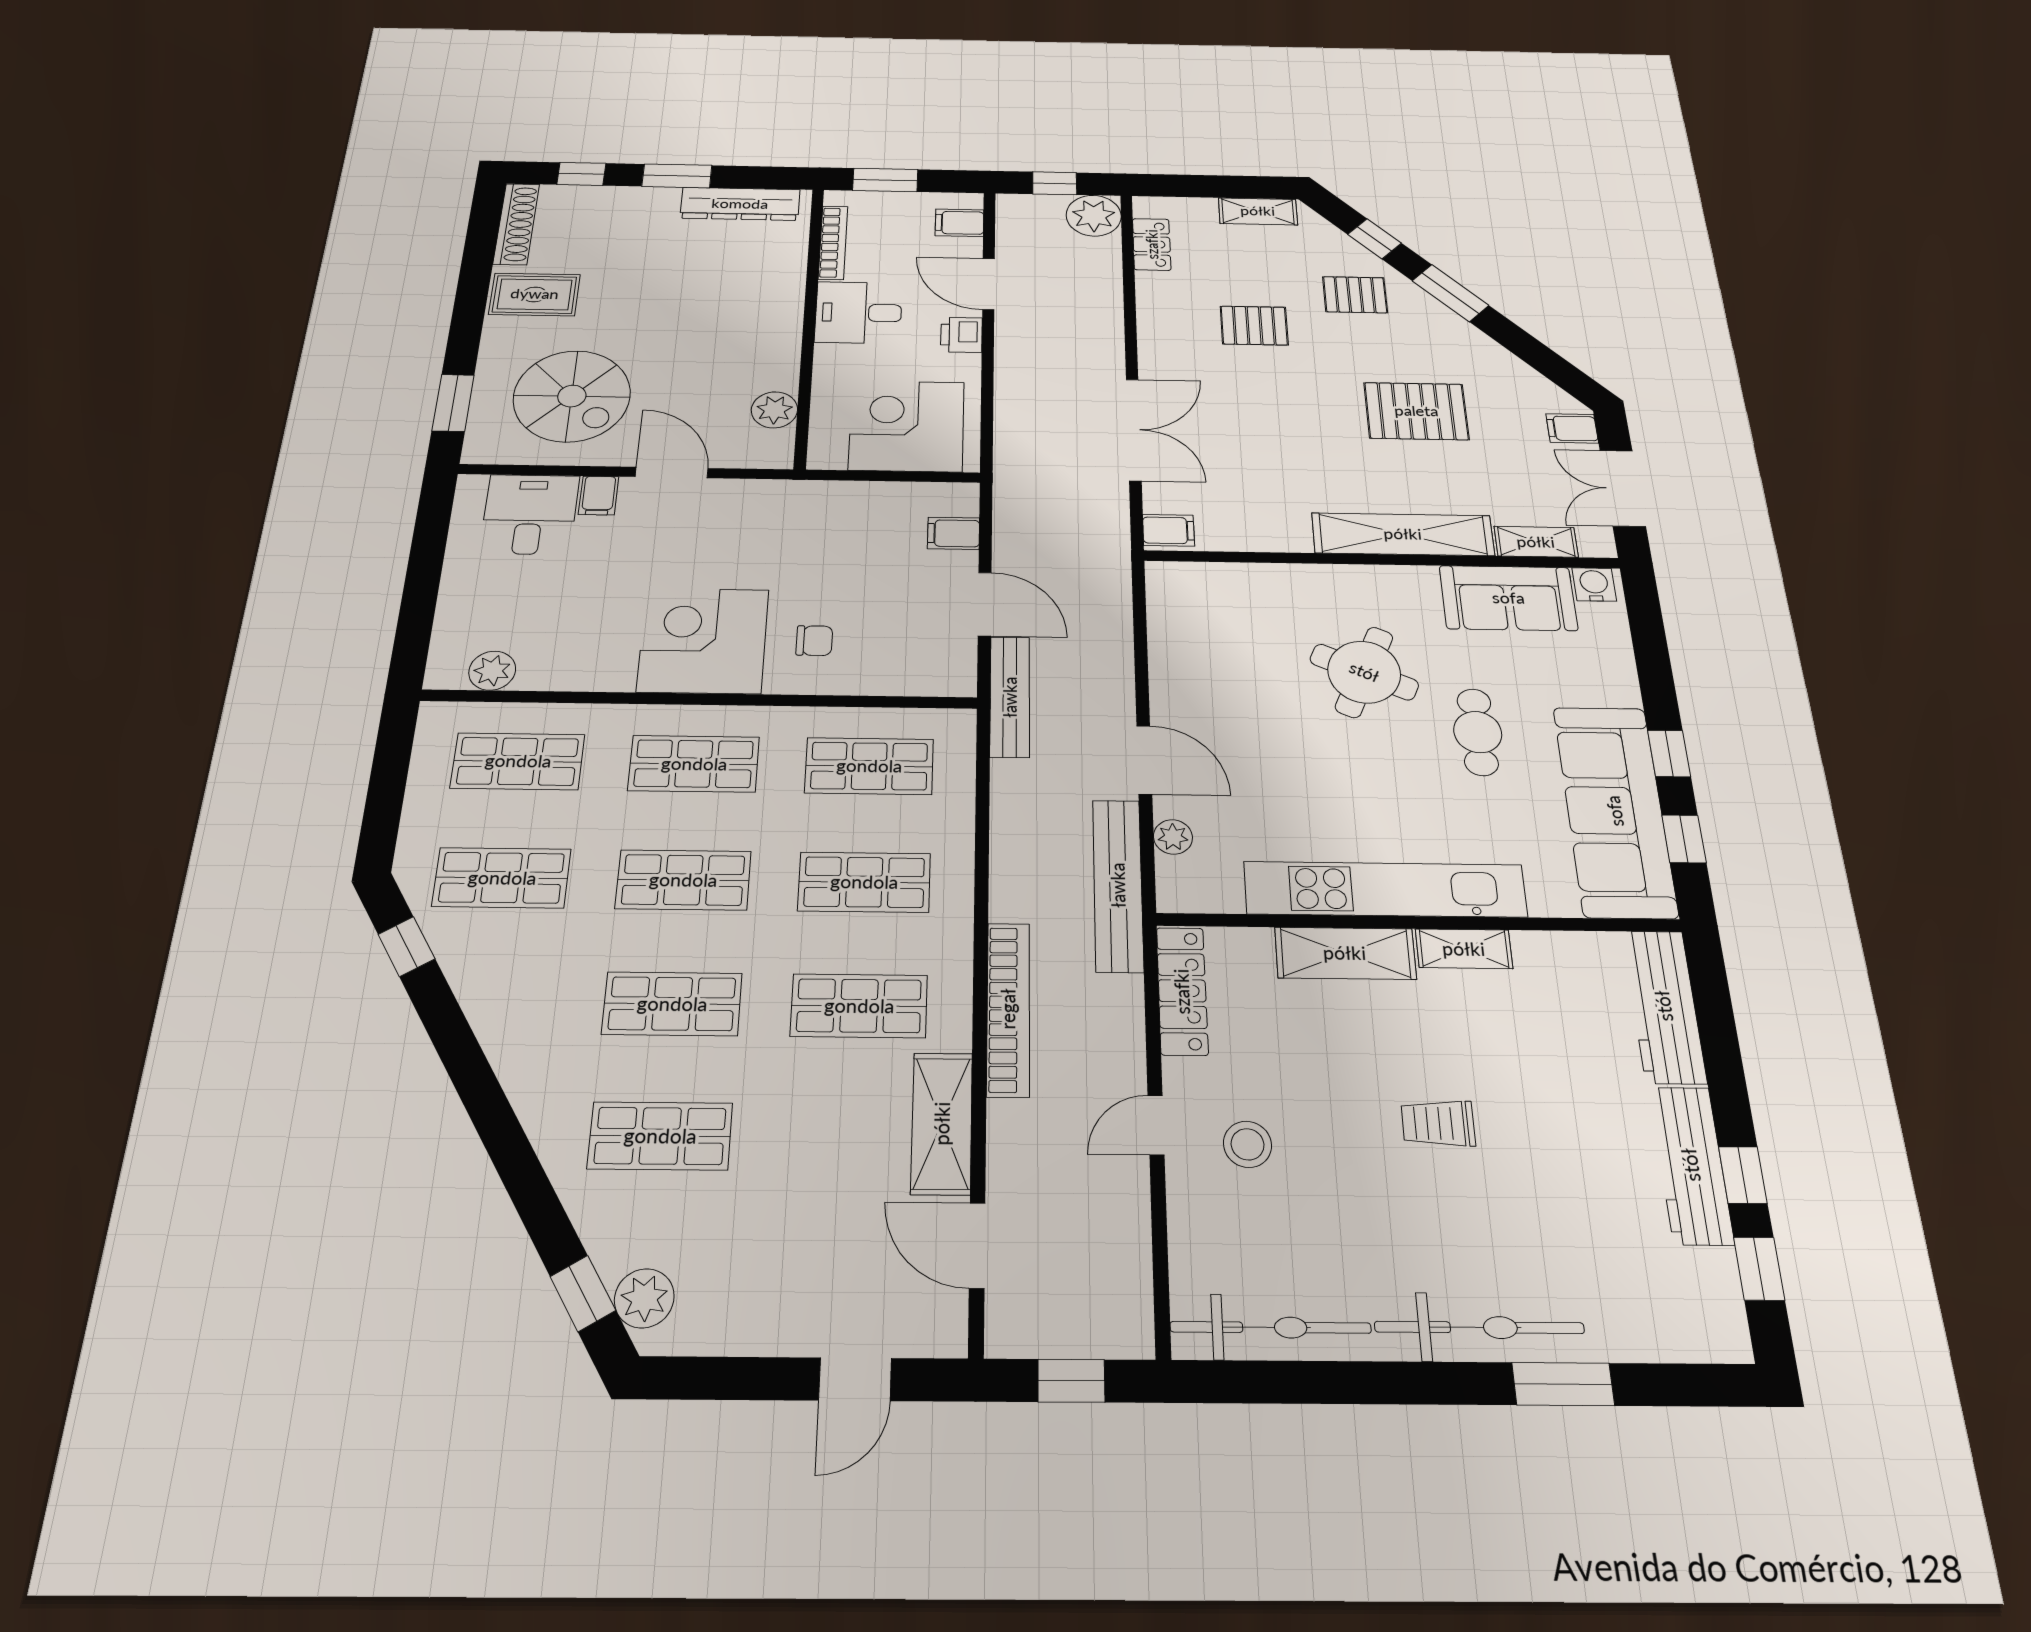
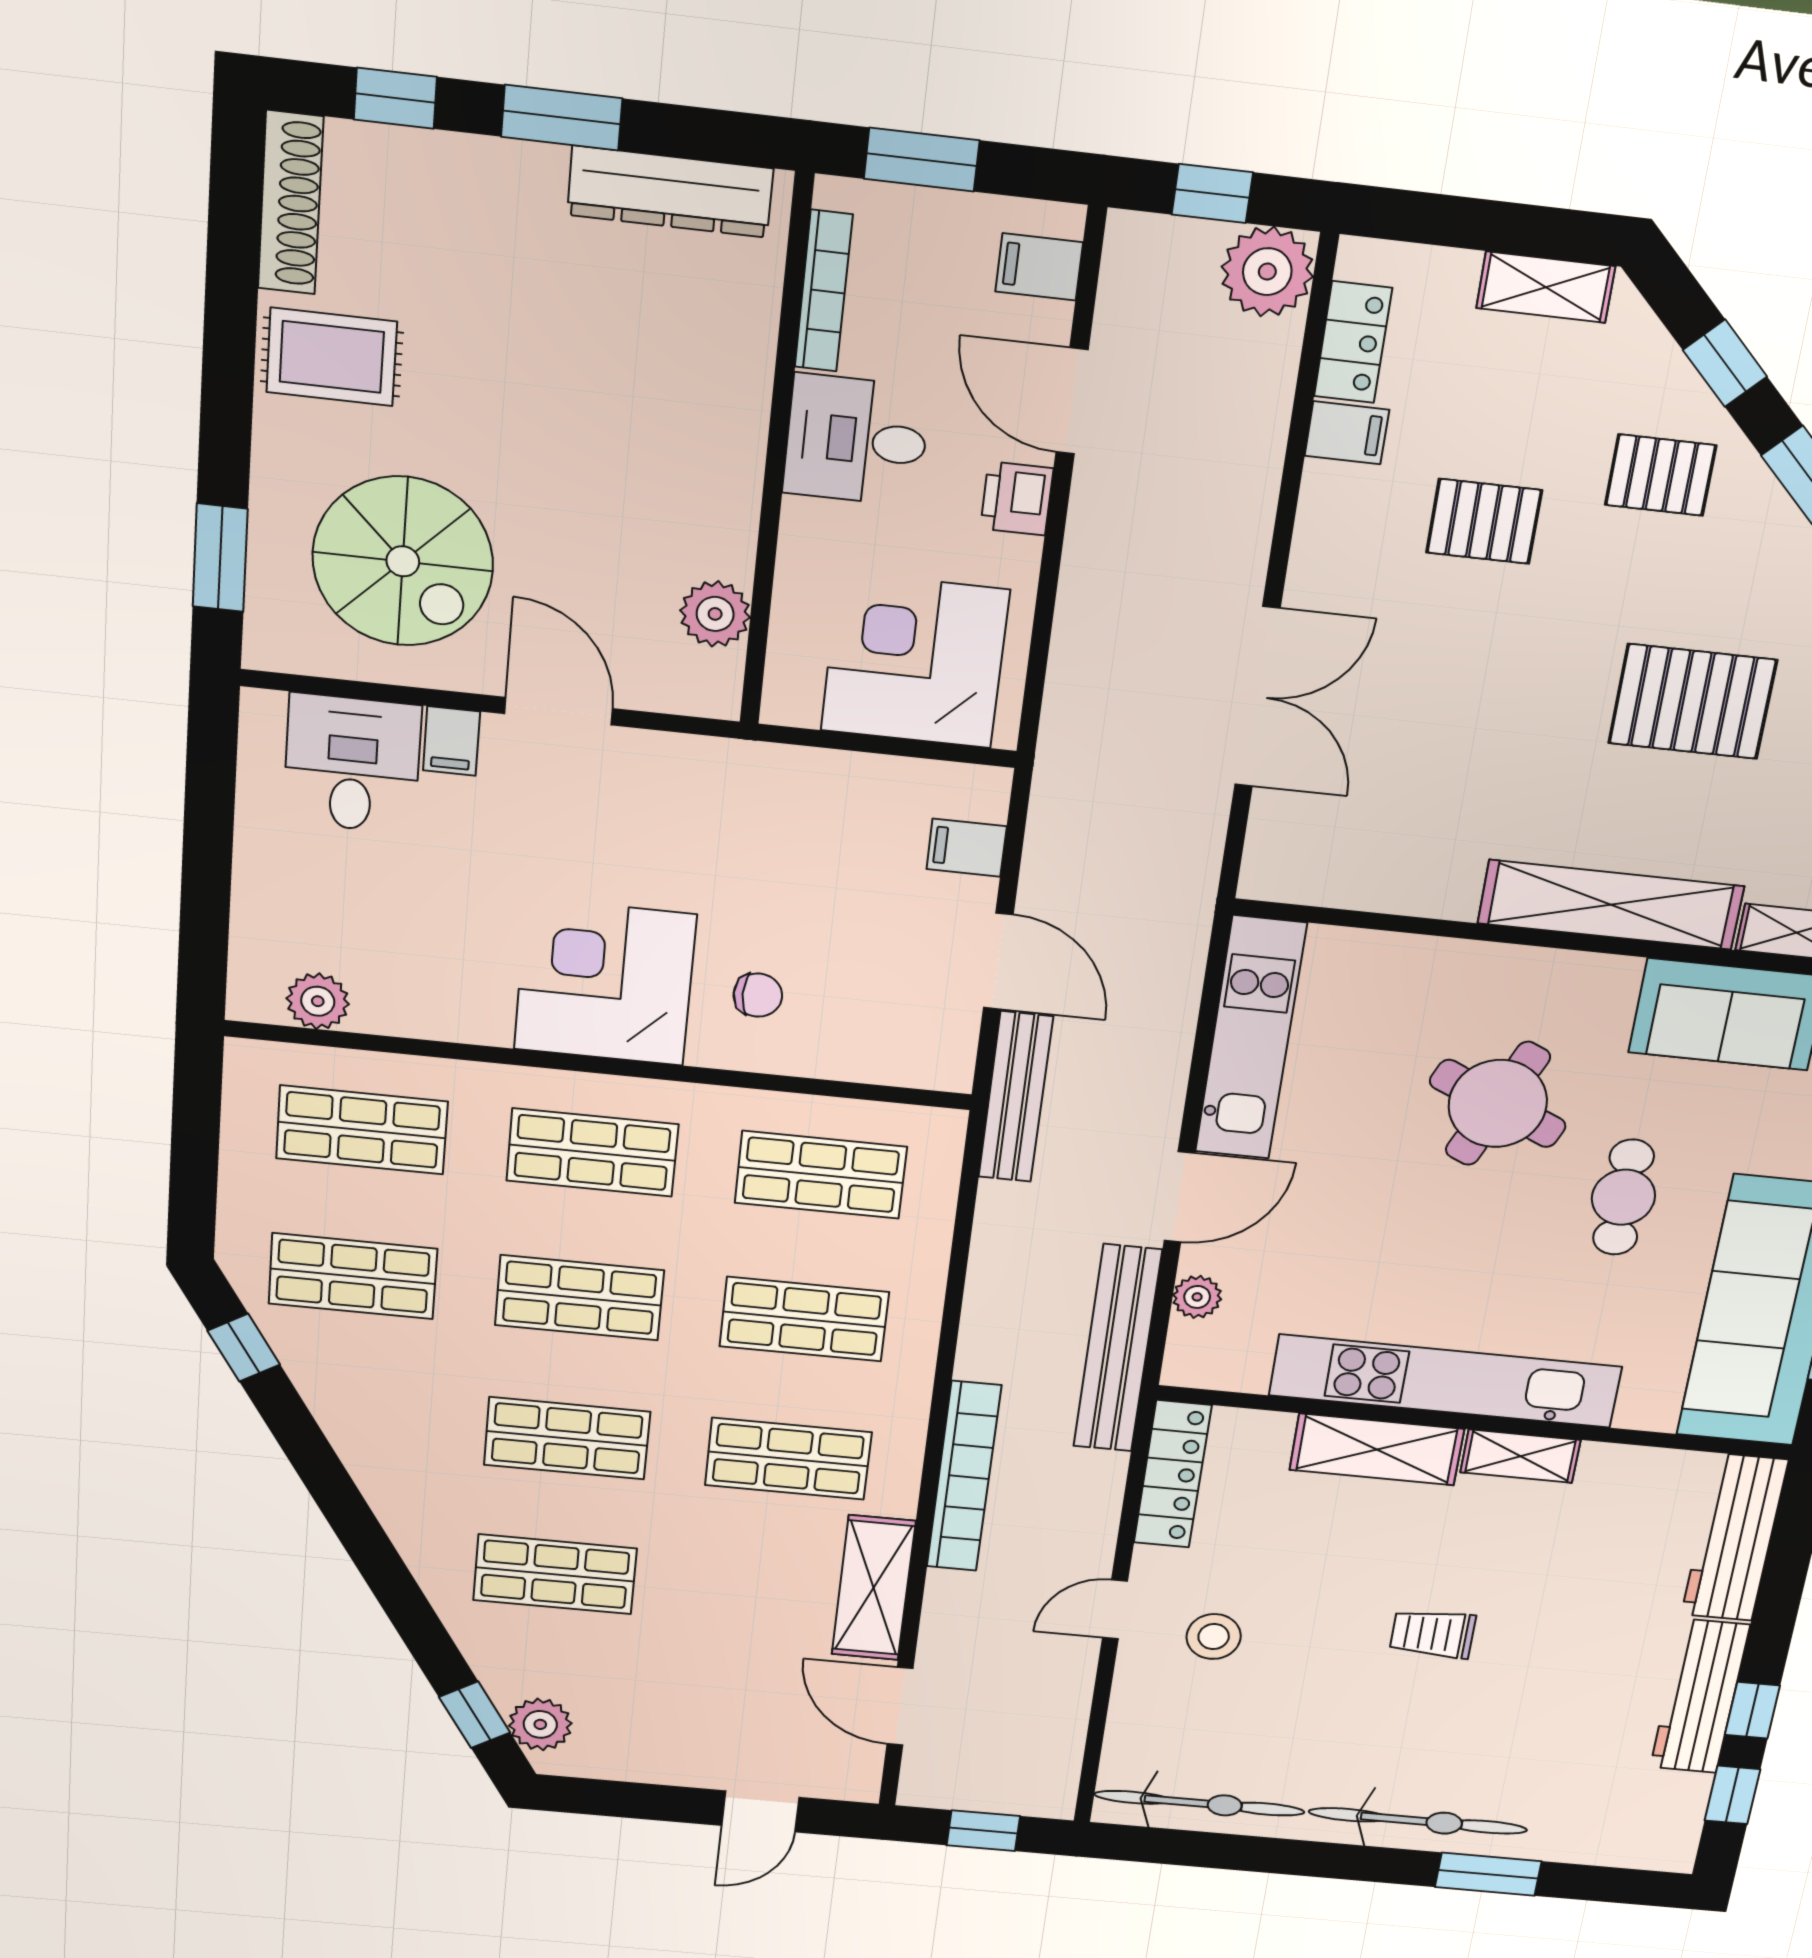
filing cabinet: (1168, 530) -> (1347, 433), moved
kitchen unit: (1174, 641) -> (1251, 1038), added
door: (1144, 760) -> (1179, 1197), hinge flipped

